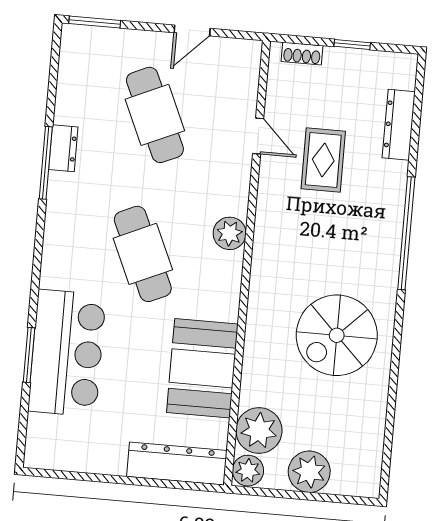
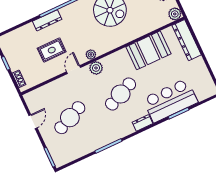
door: (192, 31) -> (33, 122), hinge flipped
dresser: (399, 125) -> (47, 20), moved
door: (258, 136) -> (73, 70), moved
dresser: (63, 148) -> (142, 123), moved
plant: (259, 431) -> (91, 55), moved, width x0.53, depth x0.53

